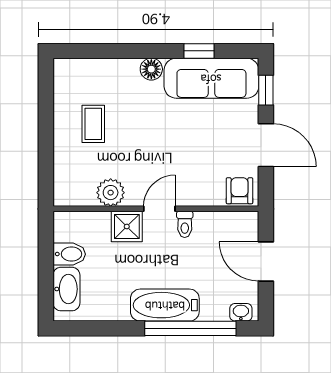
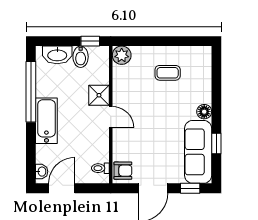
plant: (111, 193) -> (122, 55), moved
toilet: (185, 224) -> (100, 168), moved
window: (46, 240) -> (90, 41), added
door: (266, 261) -> (62, 188), moved
window: (190, 328) -> (31, 92), moved

